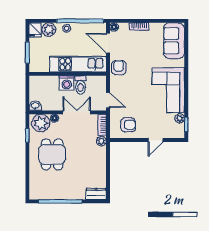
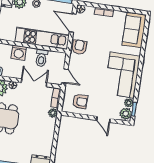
washing machine: (67, 83) -> (19, 53), moved
plant: (178, 130) -> (126, 114), added
door: (156, 140) -> (103, 119), hinge flipped

